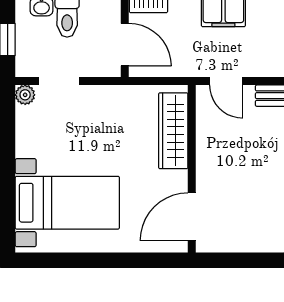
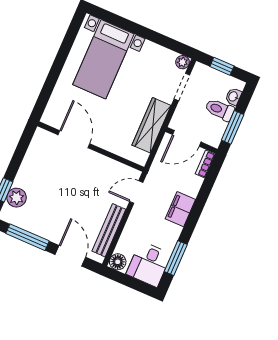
wardrobe: (173, 131) -> (152, 125), moved, turned -90
door: (192, 217) -> (74, 139), moved

